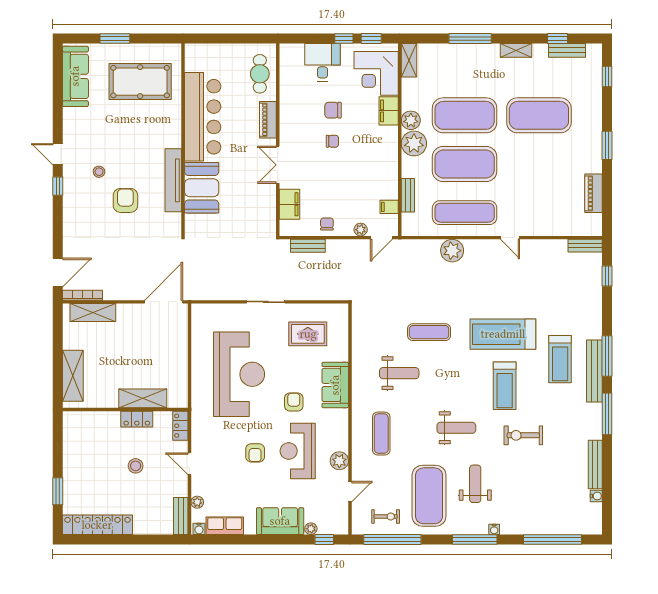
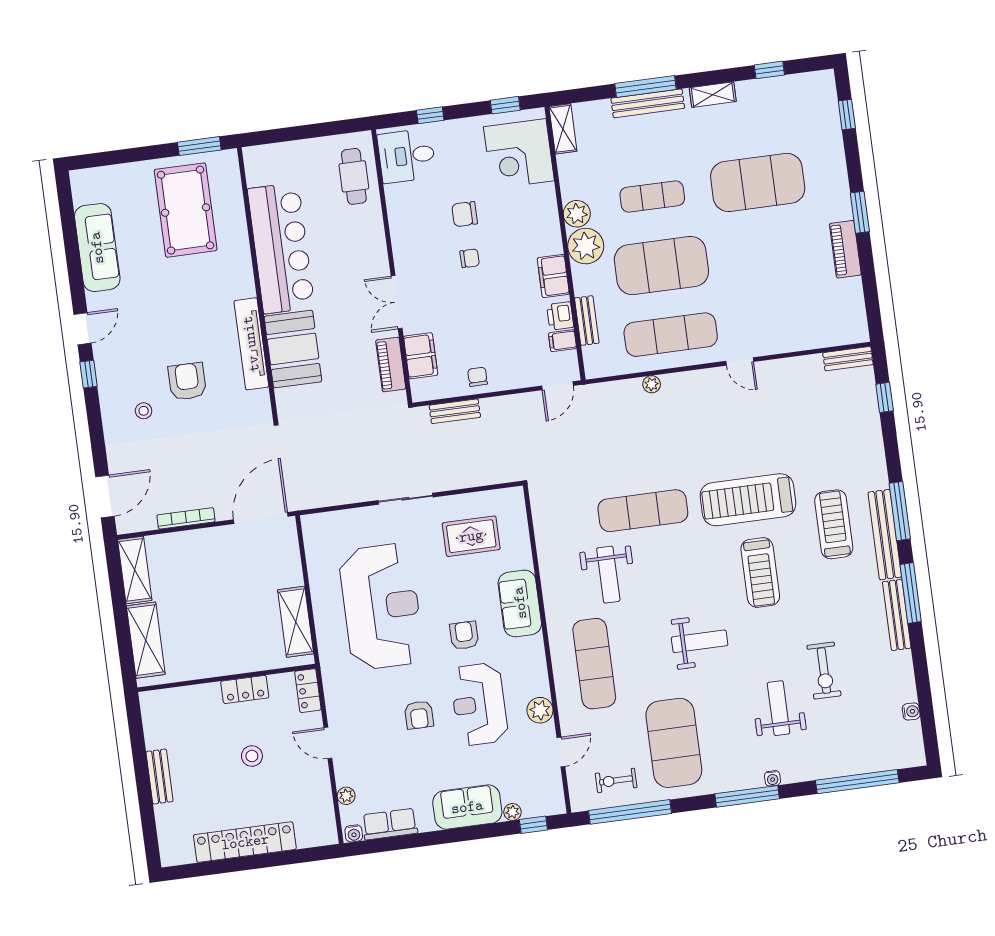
window: (115, 38) -> (199, 146), moved
window: (344, 38) -> (430, 115), moved
bench: (567, 50) -> (648, 103), moved, width x1.36
desk: (322, 62) -> (407, 156), moved, turned -90
sofa: (75, 76) -> (97, 248), moved
pool table: (140, 82) -> (186, 210), turned 90
filing cabinet: (389, 111) -> (553, 276), moved
exercise mat: (465, 115) -> (652, 197), width x0.50, depth x0.69
piano: (268, 120) -> (391, 365), moved
door: (58, 154) -> (83, 329), swing flipped
stool: (99, 172) -> (144, 411), moved
printer: (390, 190) -> (560, 316), added
piano: (593, 193) -> (845, 249), moved
plant: (361, 230) -> (526, 378), removed
plant: (452, 251) -> (652, 384), width x0.53, depth x0.53
bookcase: (82, 295) -> (186, 518), moved
shelving: (93, 313) -> (135, 570), moved, turned 90
exercise mat: (429, 332) -> (643, 511), width x1.36, depth x1.45
treadmill: (560, 359) -> (834, 524), turned 180
weight bench: (399, 373) -> (608, 575), turned 90
shelving: (143, 398) -> (296, 622), moved, turned 90
exercise mat: (381, 434) -> (594, 664), width x1.36, depth x1.45
exercise bike: (523, 435) -> (824, 671), moved, turned -90
bench: (595, 464) -> (897, 615), moved
weight bench: (475, 484) -> (779, 708), moved
window: (58, 491) -> (146, 807), removed
bench: (181, 516) -> (159, 777), moved
exercise bike: (386, 516) -> (616, 780), turned 180
locker: (97, 525) -> (245, 842), moved

